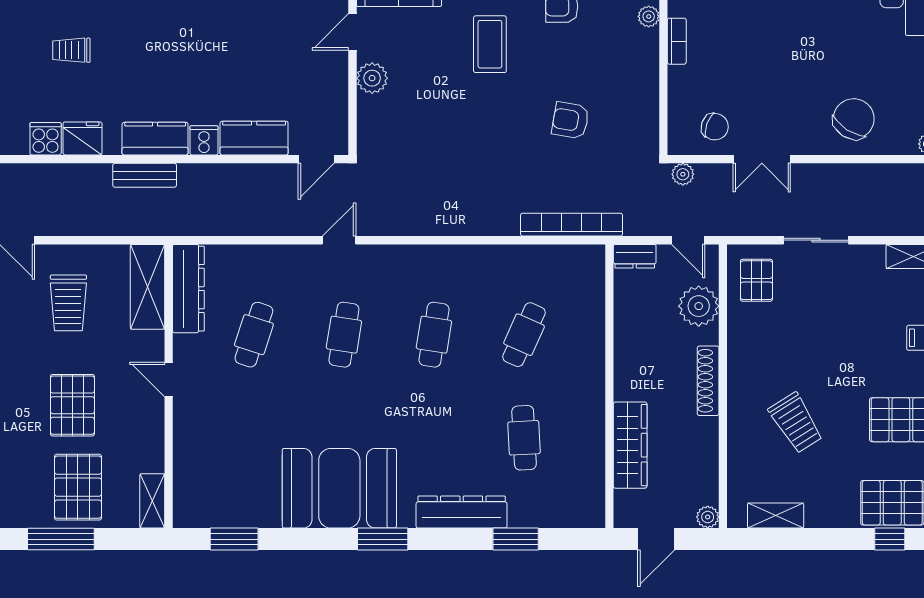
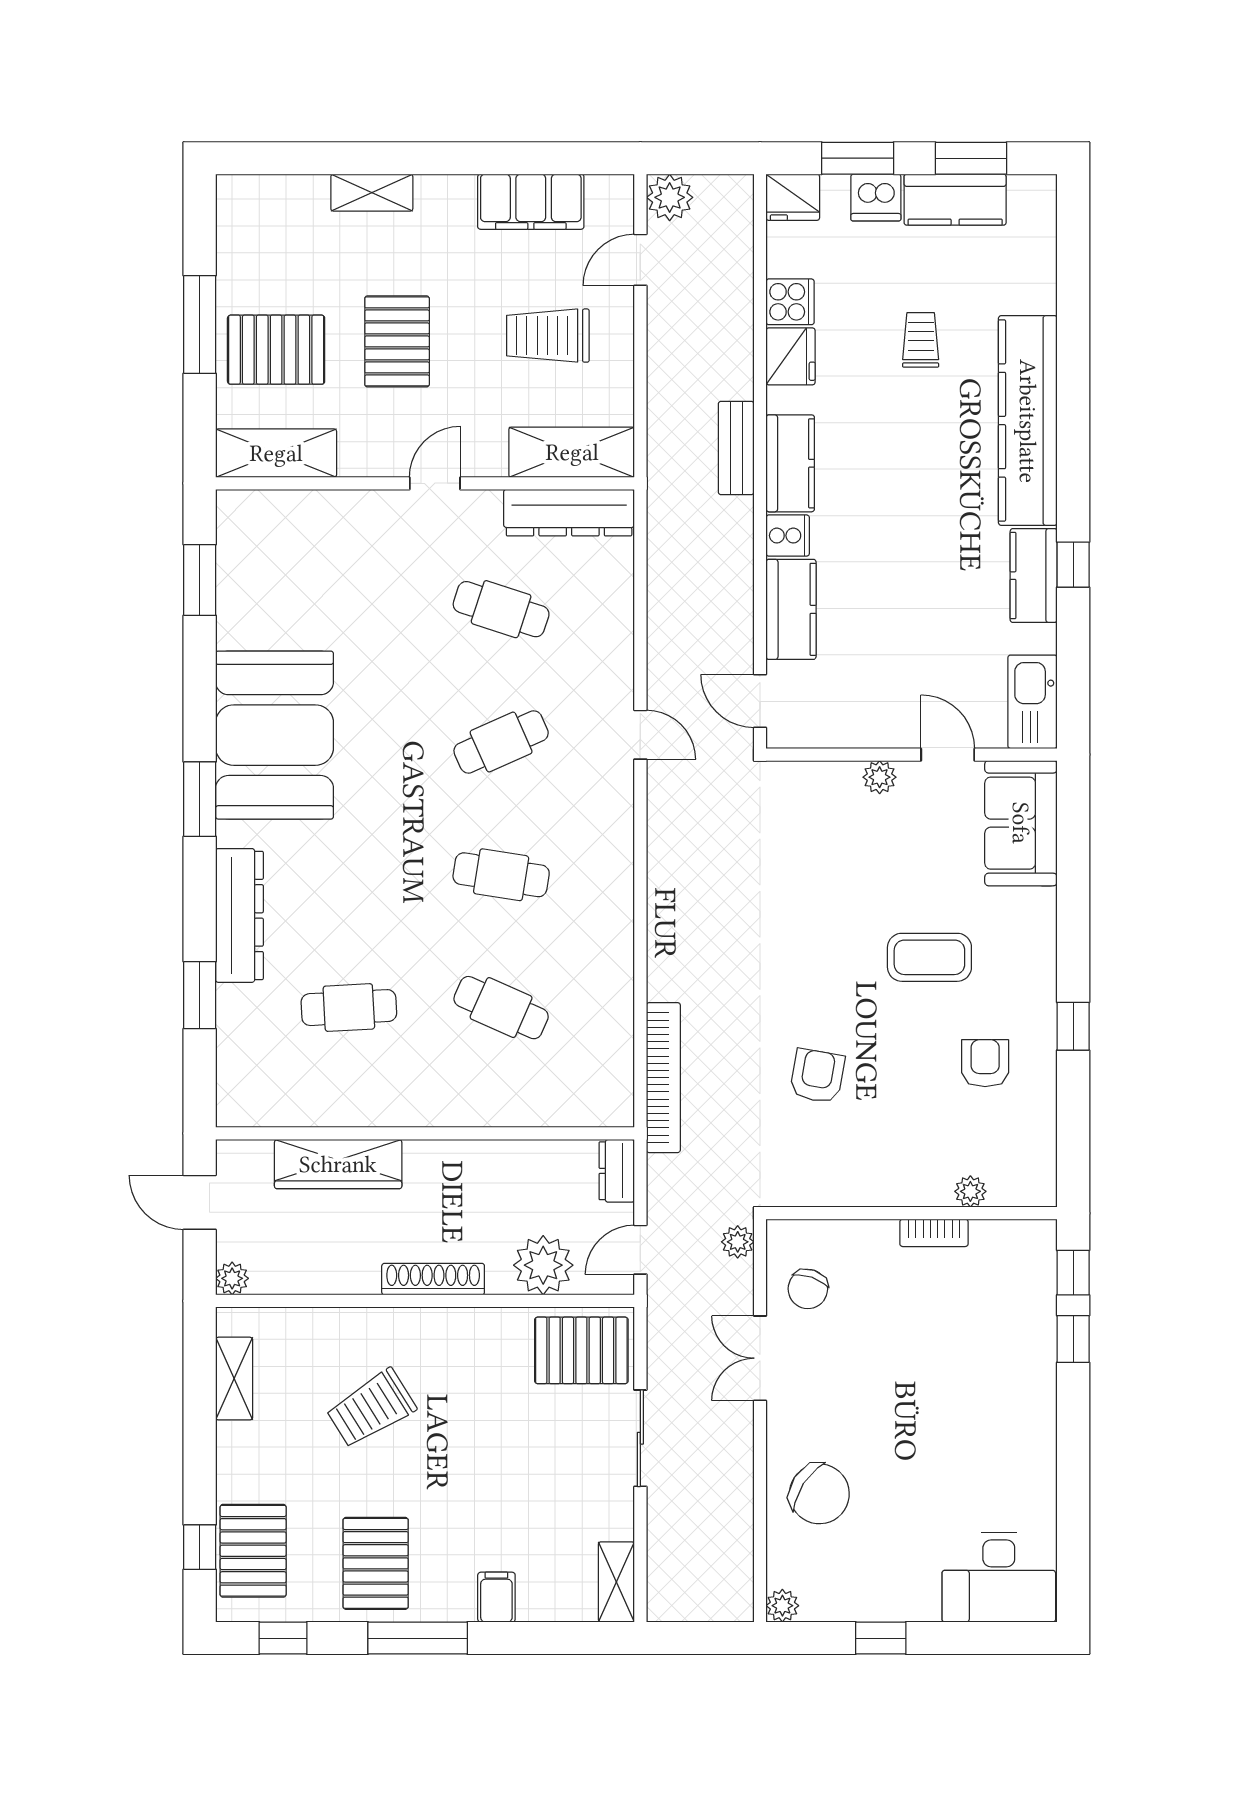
plant: (372, 78) -> (880, 777), width x0.73, depth x0.73
pallet: (756, 280) -> (581, 1350), width x1.50, depth x1.42
cafe table: (344, 335) -> (501, 742), turned -33
pallet: (72, 405) -> (397, 341), turned 90
shelving: (152, 501) -> (276, 453), width x1.50, depth x1.33

